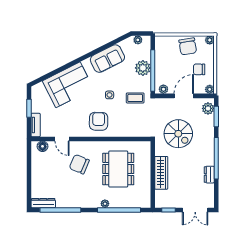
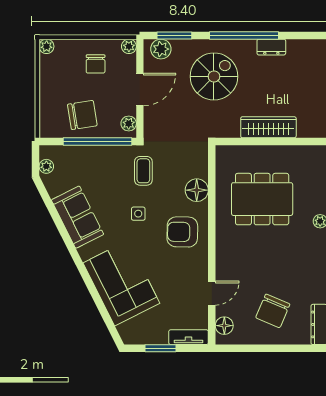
chair: (188, 46) -> (82, 115), moved
plant: (143, 68) -> (93, 158), removed
door: (184, 96) -> (140, 90), swing flipped
floor lamp: (124, 130) -> (197, 190), added
spiral stairs: (178, 134) -> (214, 76), moved
chair: (79, 164) -> (273, 311), moved

